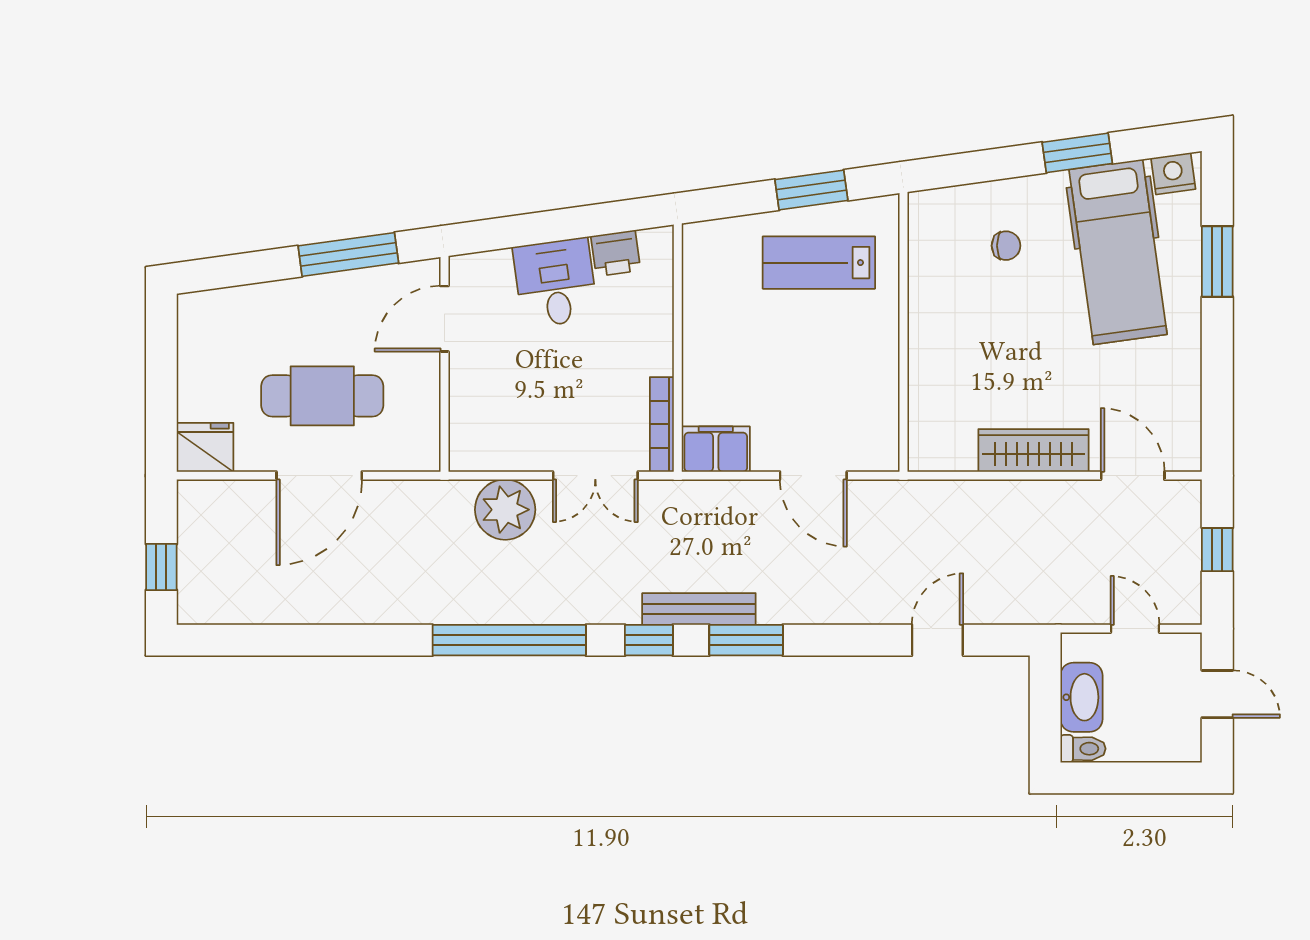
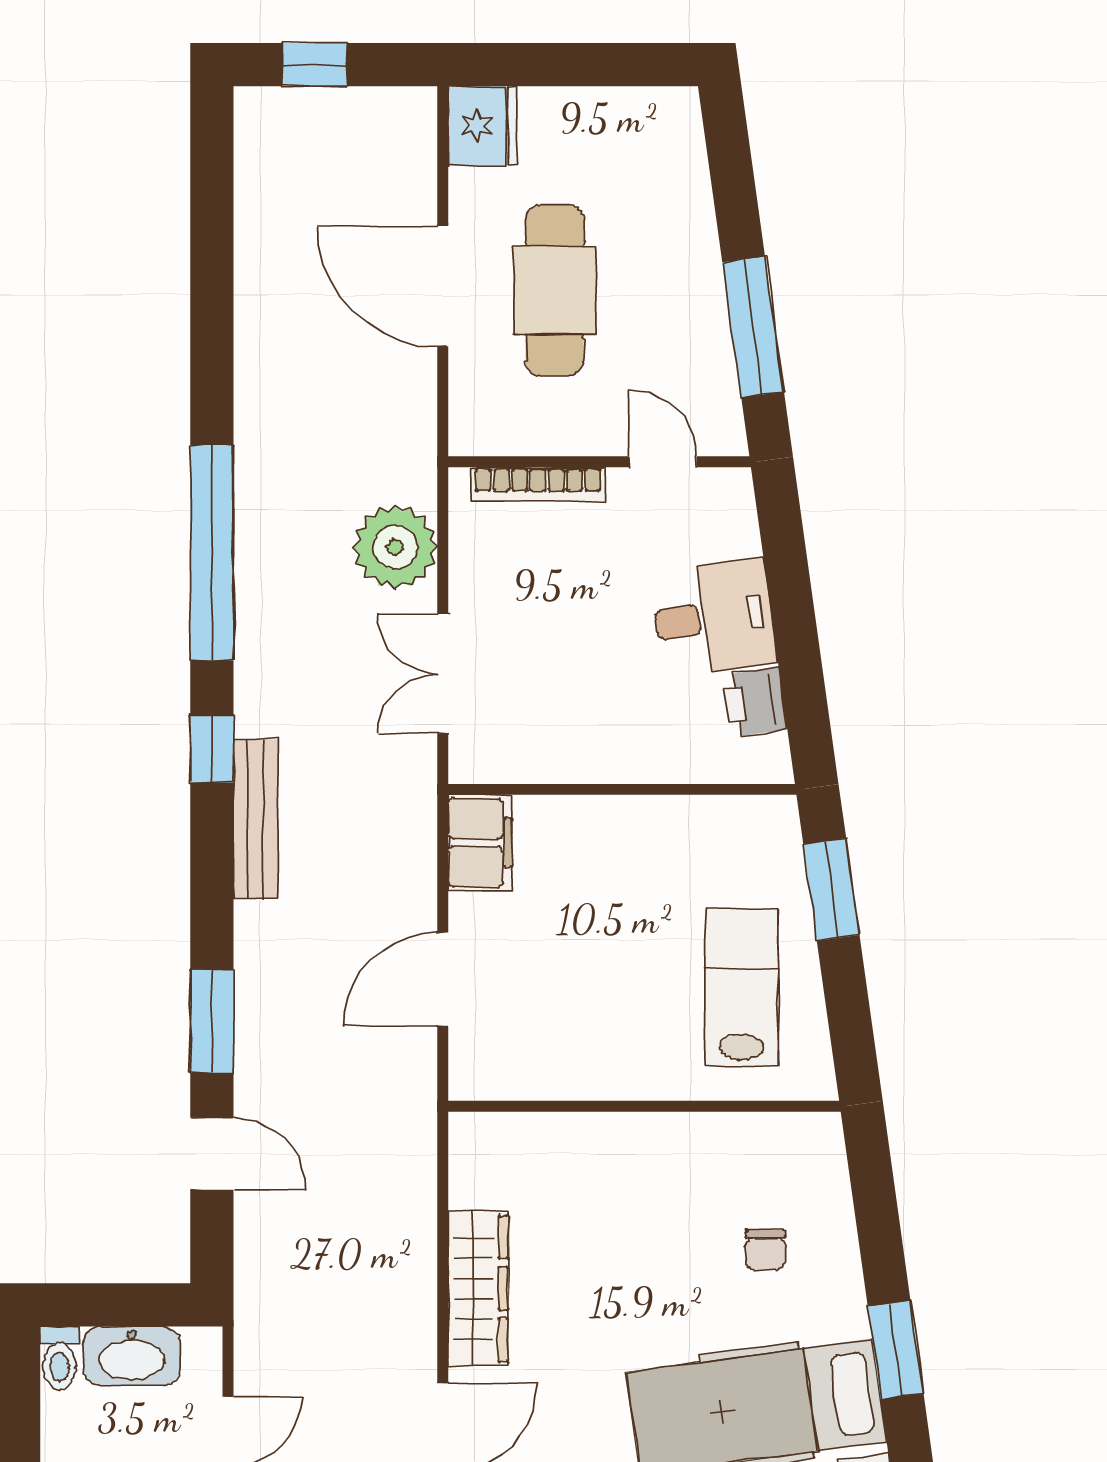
window: (811, 190) -> (831, 890), moved
door: (444, 319) -> (663, 462), width x0.73
bookcase: (662, 424) -> (538, 484), moved, turned 180
window: (746, 640) -> (212, 1021), moved

